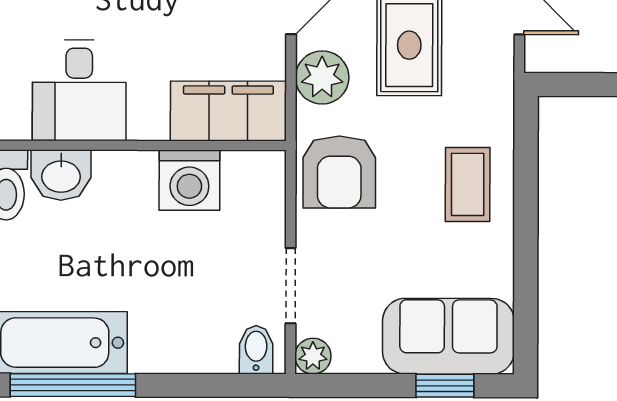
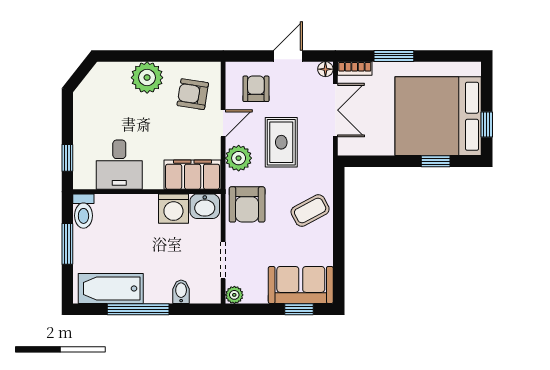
washbasin: (61, 175) -> (205, 206), moved
coffee table: (468, 184) -> (310, 211), turned 62
bidet: (256, 350) -> (181, 292), moved
window: (73, 385) -> (138, 309), moved

